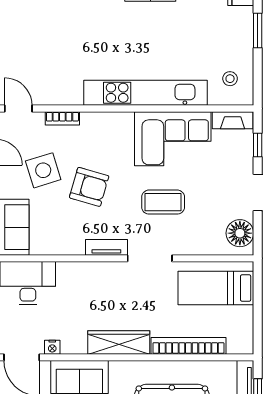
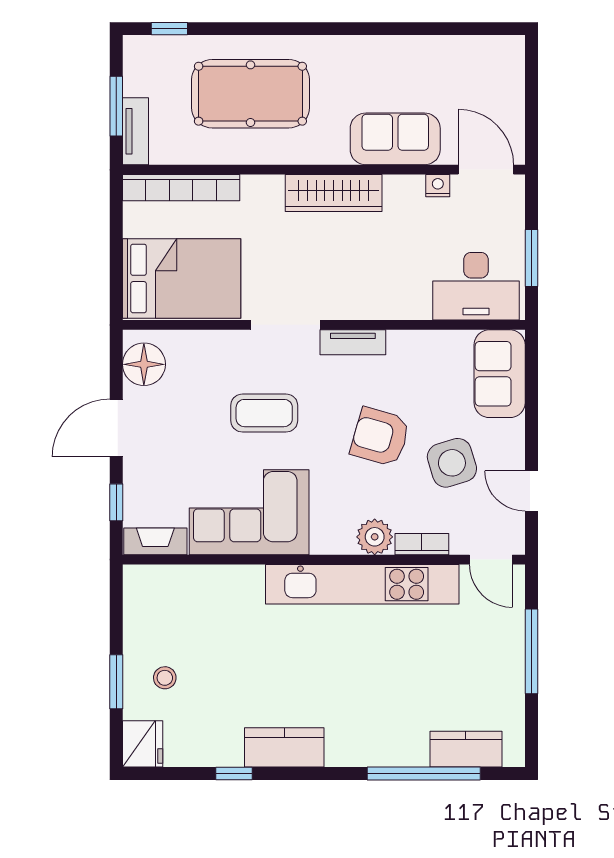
stool: (230, 79) -> (165, 678), moved
kitchen unit: (145, 93) -> (362, 584), moved
plant: (93, 123) -> (375, 537), added
bed: (216, 288) -> (182, 278), width x1.50
bookcase: (188, 346) -> (181, 188), moved

